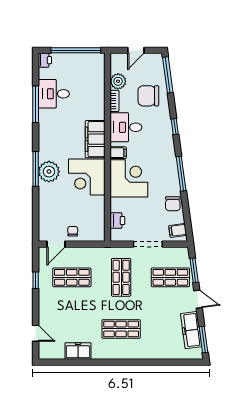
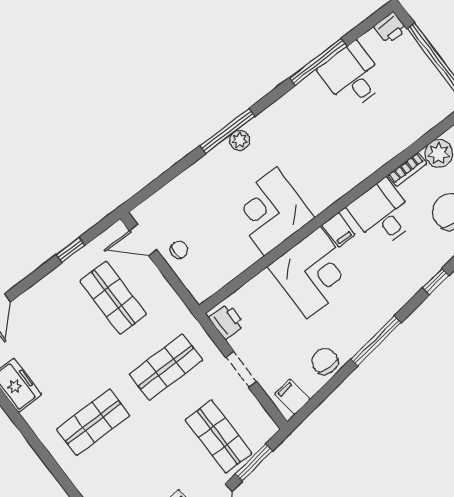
filing cabinet: (95, 139) -> (333, 183), removed
plant: (49, 172) -> (239, 140), width x0.53, depth x0.53
chair: (173, 204) -> (325, 361), turned 90
printer: (117, 221) -> (227, 321), moved, turned -90
doorway: (148, 244) -> (241, 369), width x0.73
shop shelf: (121, 329) -> (93, 422), turned 90

